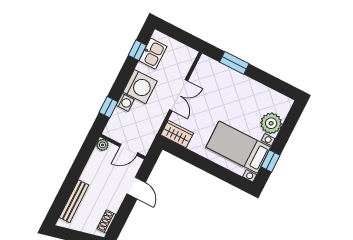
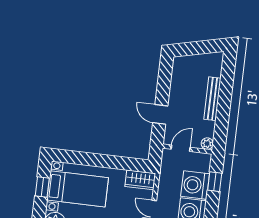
washing machine: (125, 102) -> (195, 185), width x1.89, depth x1.89
bench: (74, 201) -> (212, 99), moved
shoe rack: (106, 222) -> (177, 72), removed

